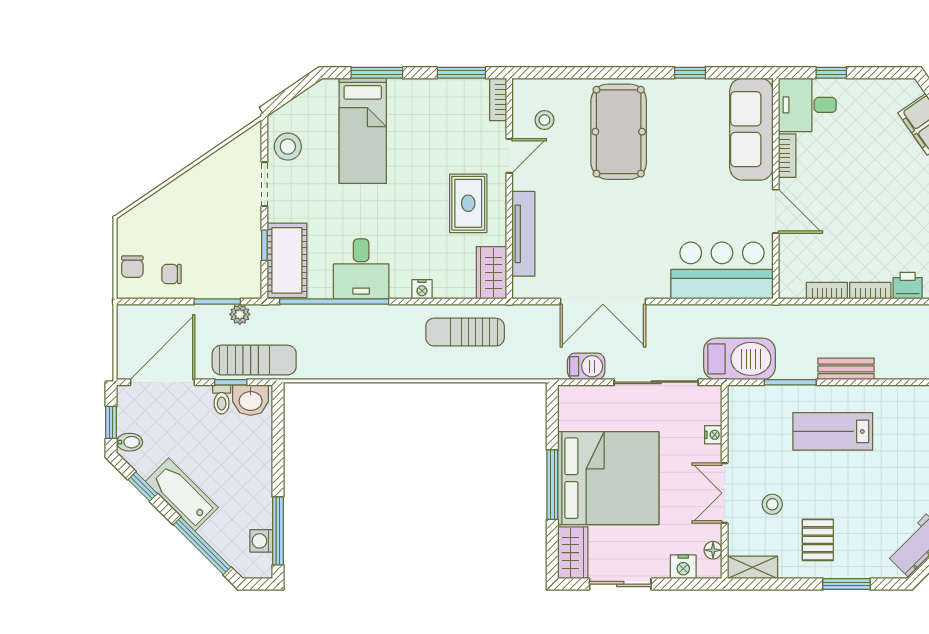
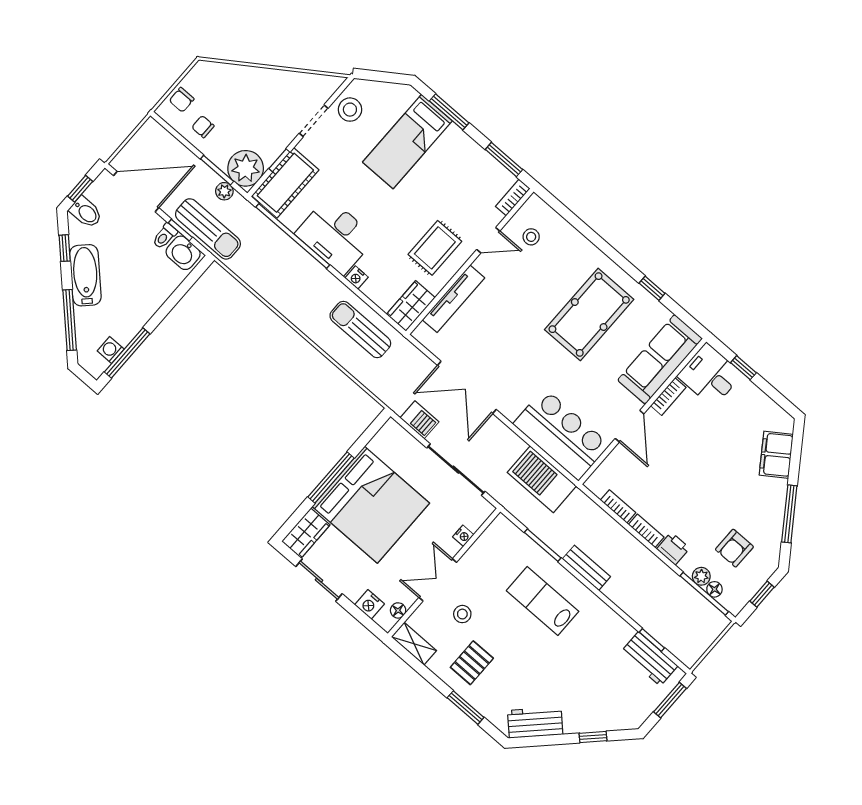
pool table: (619, 132) -> (589, 315), moved
desk: (361, 269) -> (335, 236), width x1.37
plant: (241, 278) -> (246, 168), added
barbecue: (739, 359) -> (542, 479), moved, turned 180
bidet: (130, 442) -> (86, 212), width x1.38, depth x1.36

